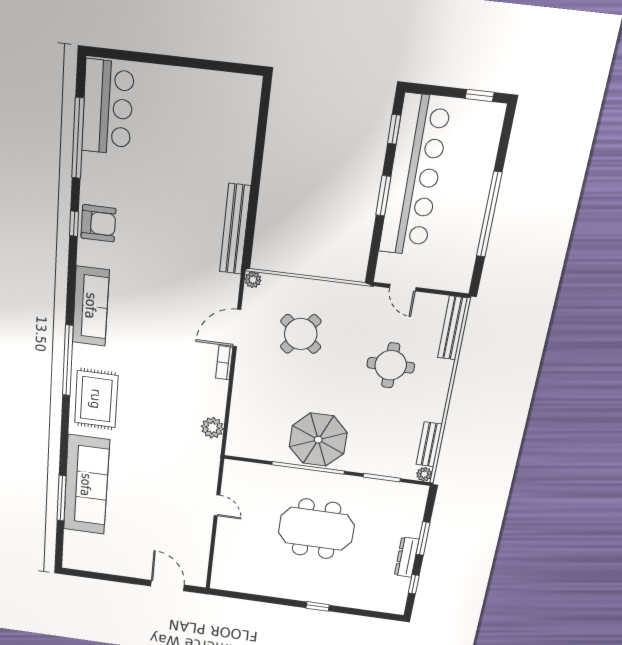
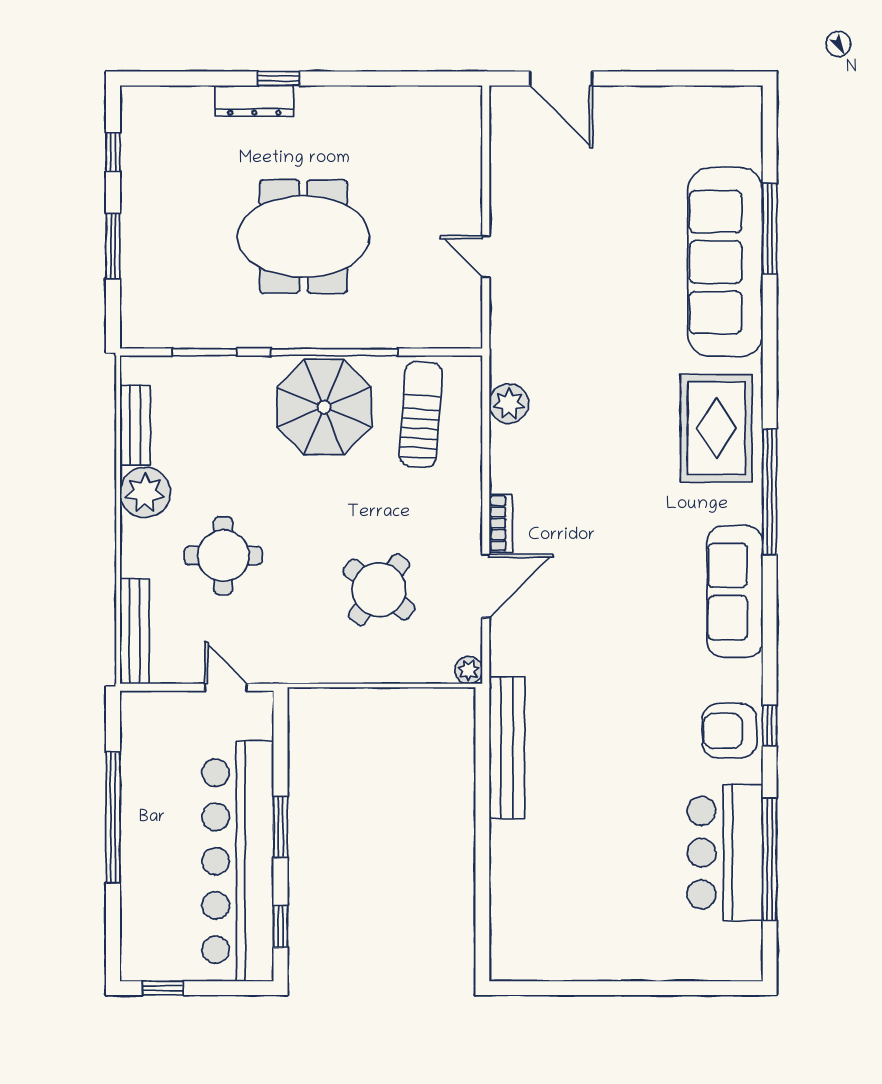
bar counter: (108, 108) -> (725, 853), moved
sun lounger: (263, 428) -> (421, 414), added
plant: (424, 474) -> (145, 493), moved, width x1.87, depth x1.87
dresser: (407, 557) -> (254, 101), moved, turned 90

